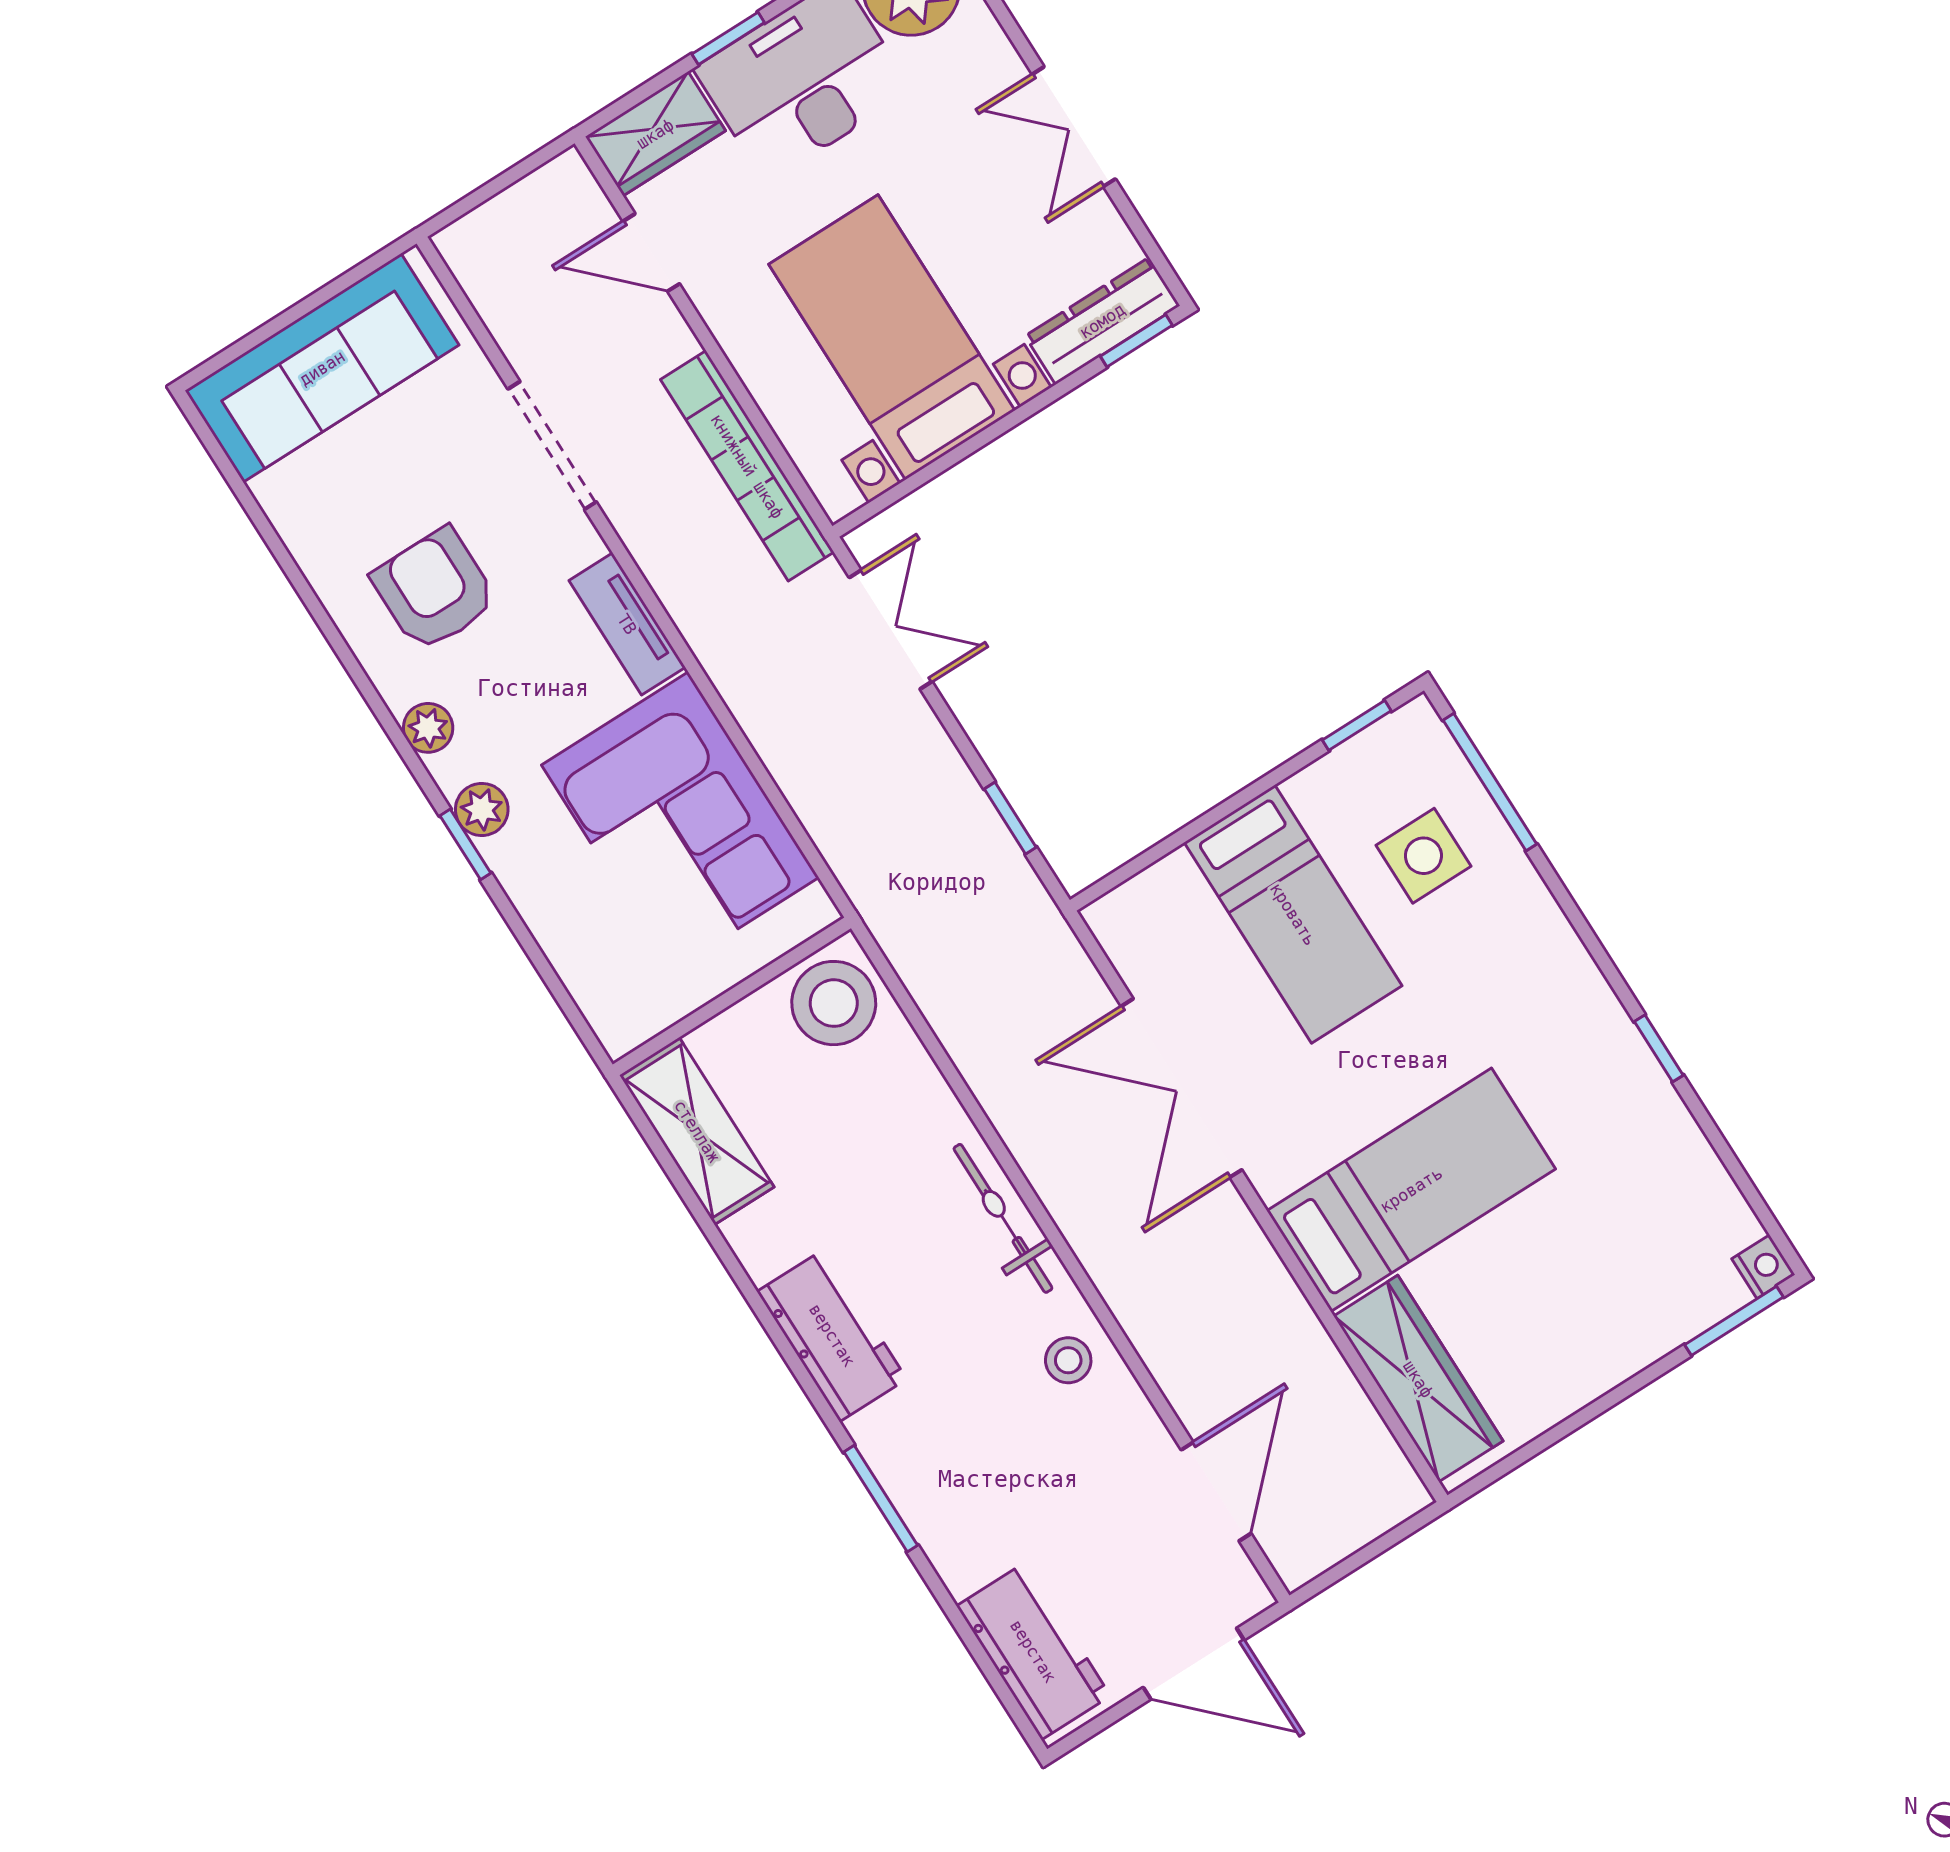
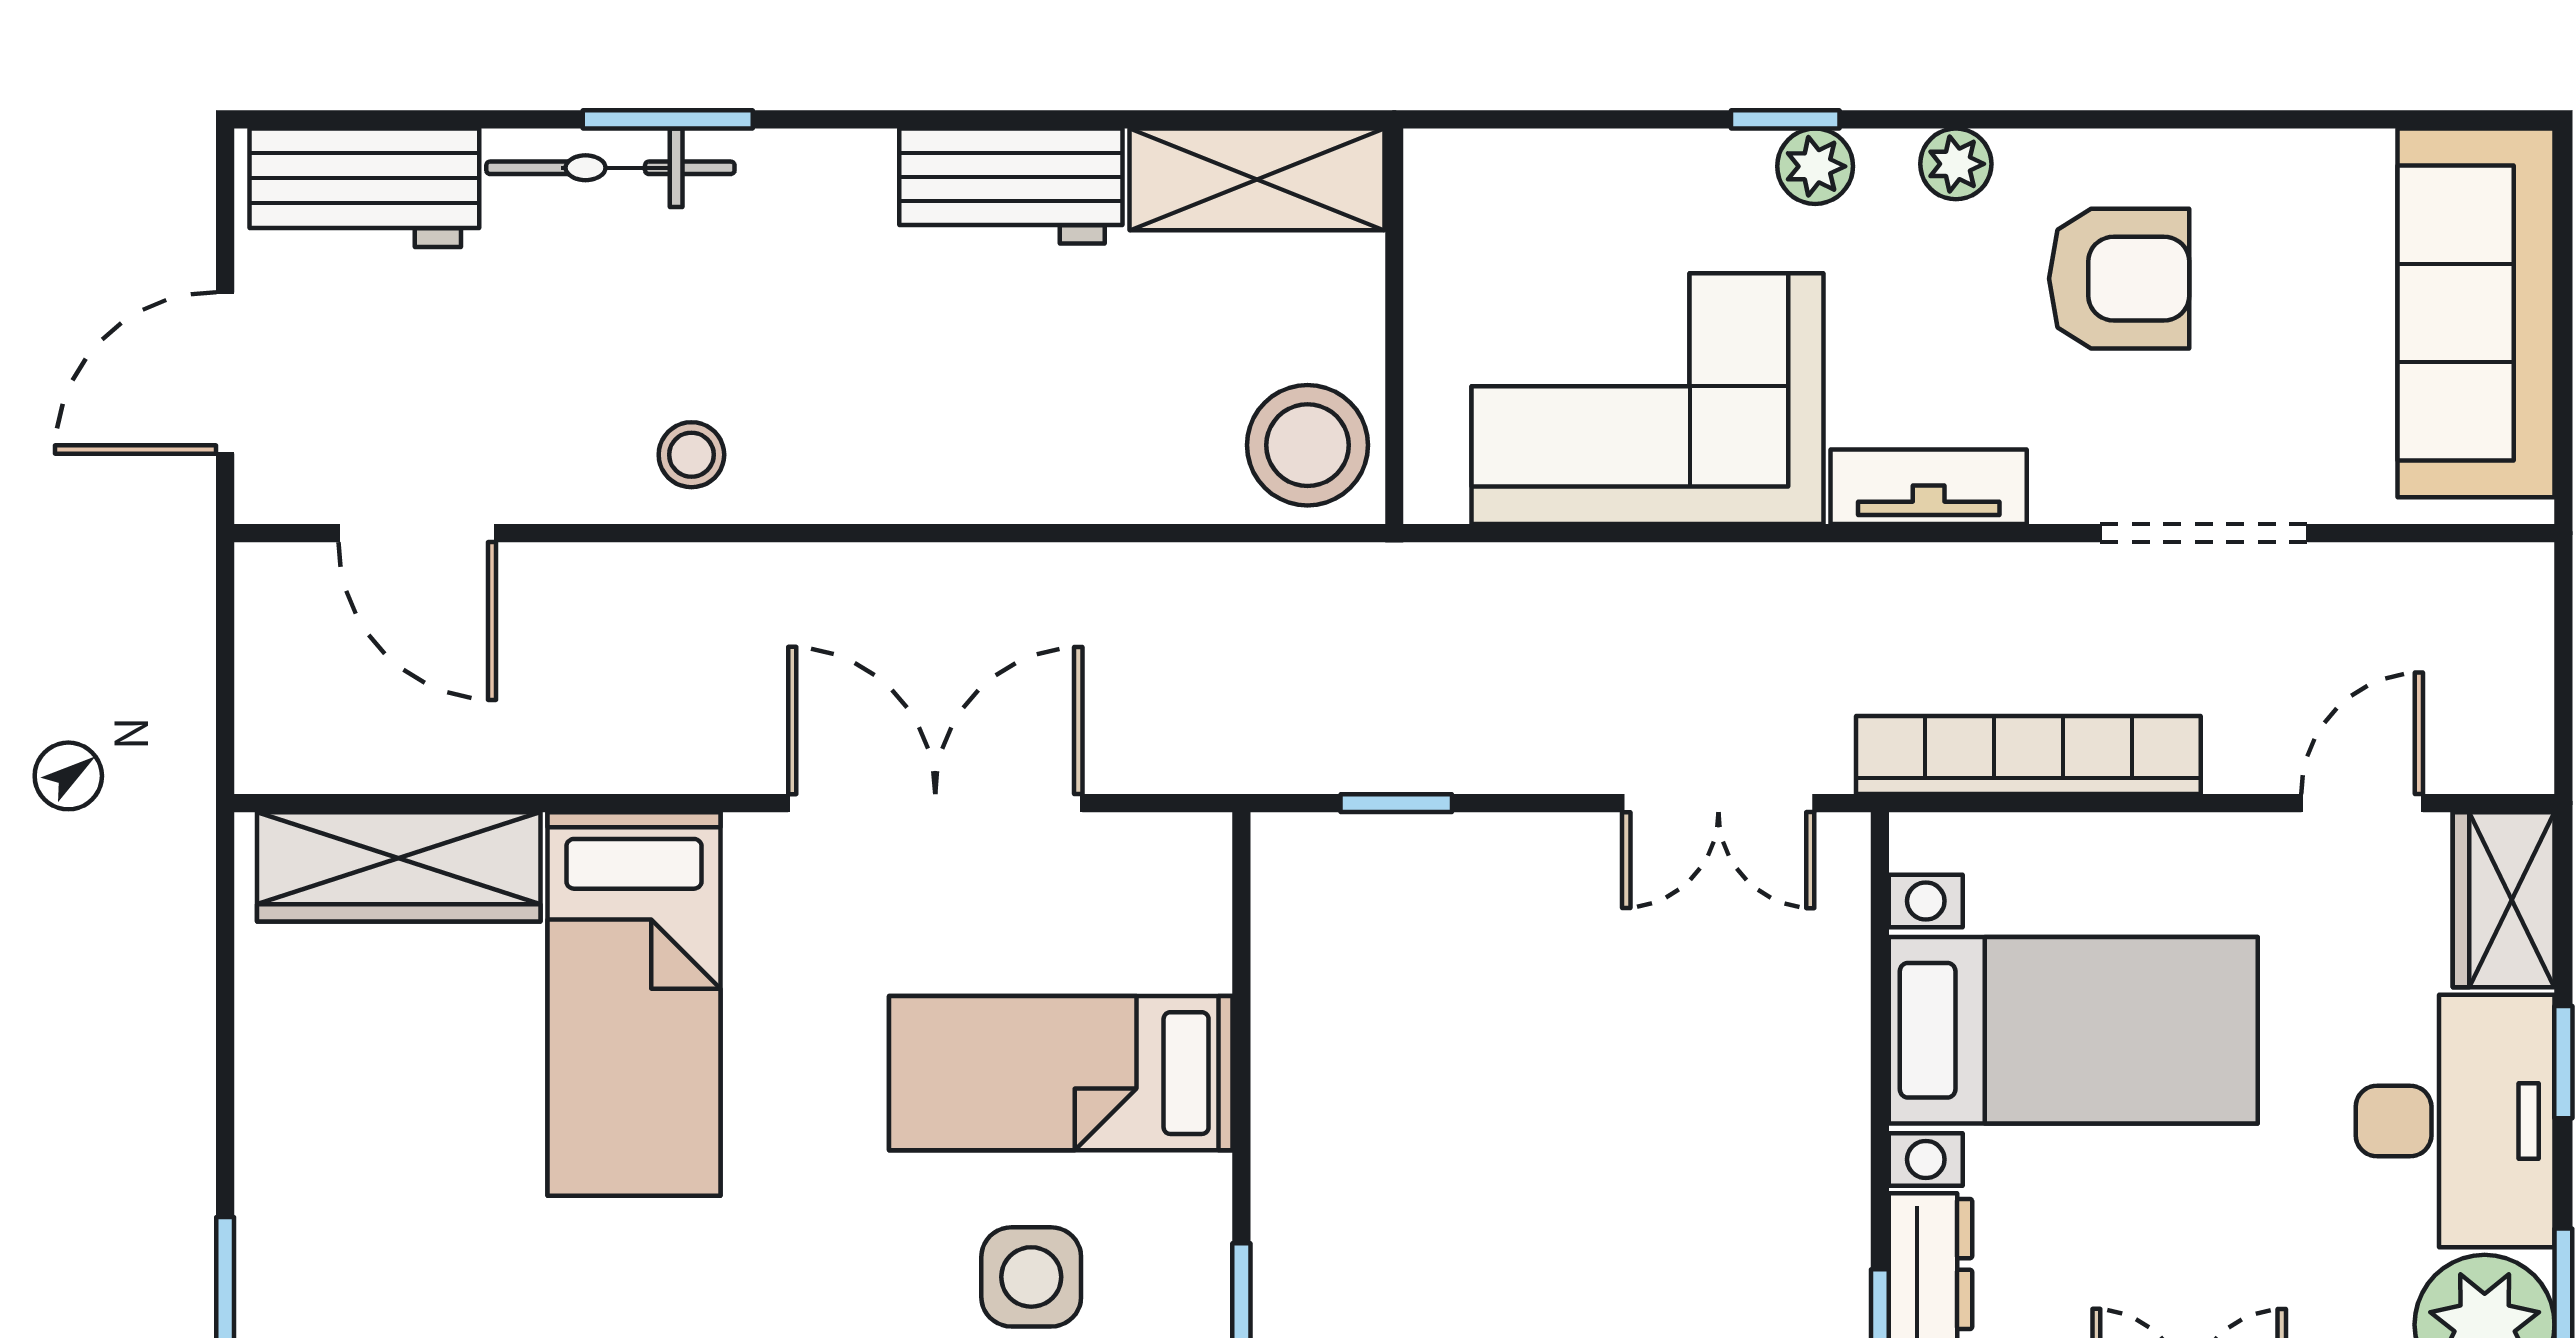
bicycle: (1003, 1218) -> (610, 168), moved, turned 180
workbench: (832, 1335) -> (1011, 186), moved

